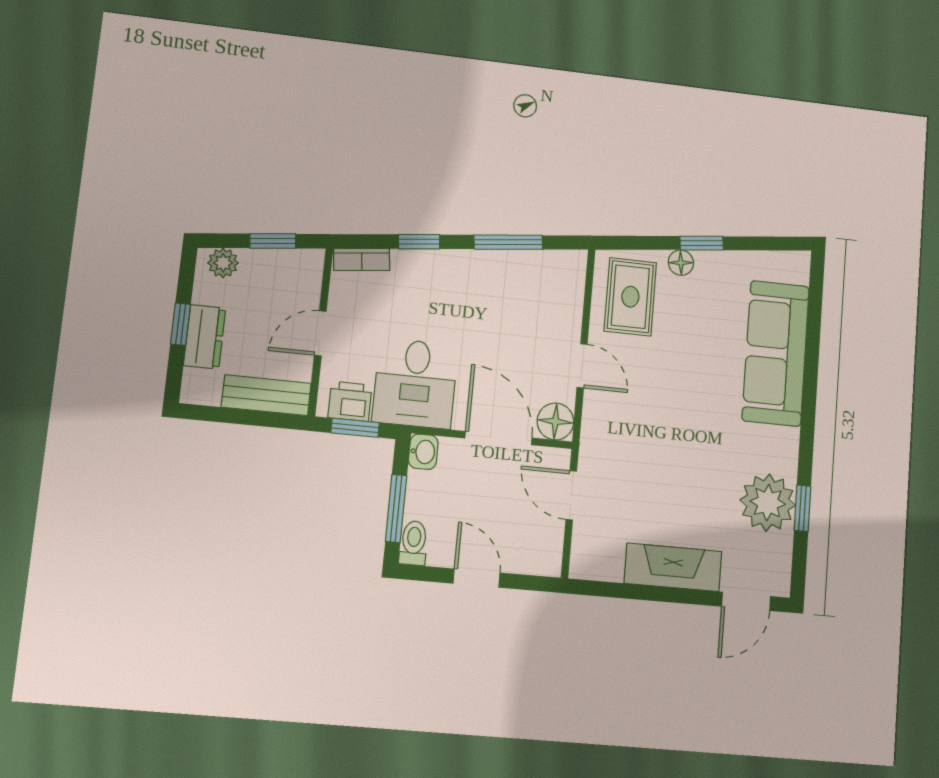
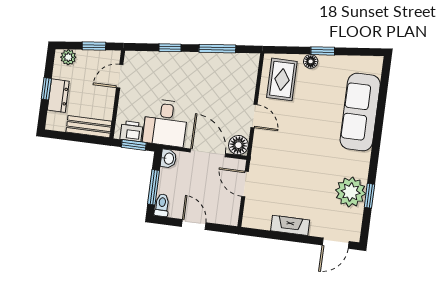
bookcase: (362, 260) -> (140, 57), removed
door: (320, 333) -> (120, 76), moved
fireplace: (673, 567) -> (290, 225), width x0.73, depth x0.76

